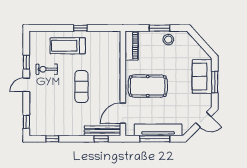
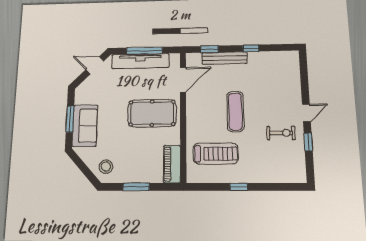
stool: (168, 40) -> (106, 167), moved
treadmill: (68, 46) -> (216, 154), moved
door: (203, 120) -> (95, 65), moved
window: (26, 122) -> (304, 67), removed
bench: (102, 131) -> (224, 58), moved
window: (52, 139) -> (251, 48), moved

